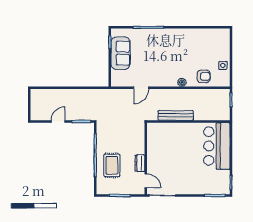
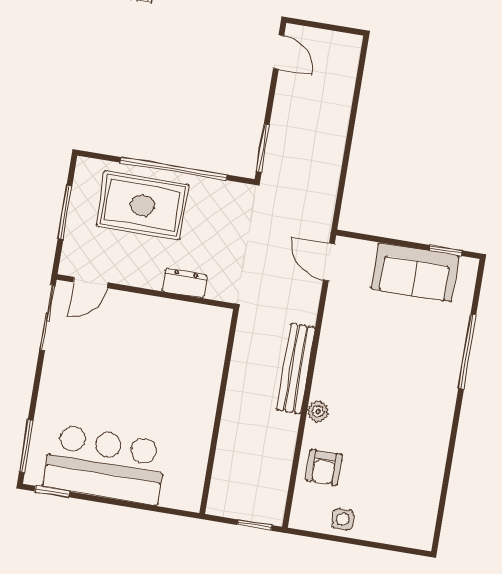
door: (141, 88) -> (329, 262), moved
bench: (176, 115) -> (296, 369), moved
door: (58, 121) -> (279, 52), moved
bar counter: (217, 146) -> (105, 465), moved
dresser: (140, 163) -> (185, 283), moved
rug: (112, 165) -> (142, 205), width x1.36, depth x1.43

